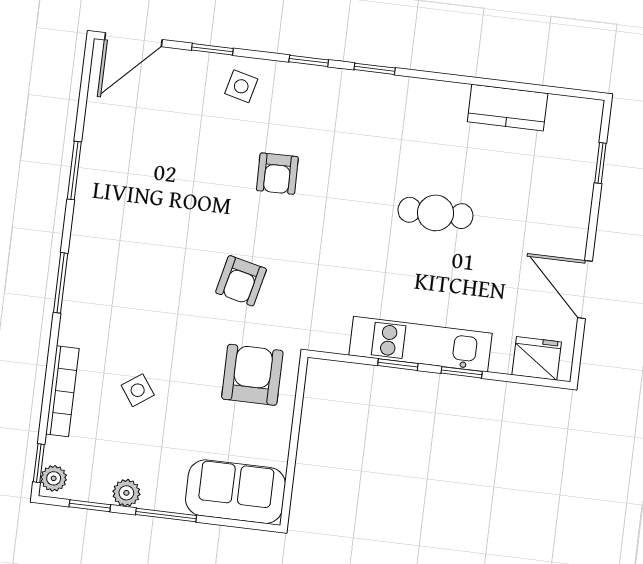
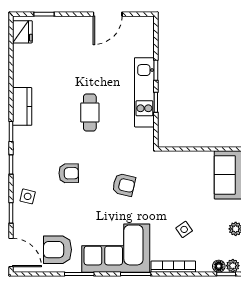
kitchen counter: (508, 108) -> (22, 106), moved
cafe table: (435, 213) -> (90, 113), moved
corner sofa: (117, 250) -> (116, 248), added
fridge: (537, 358) -> (22, 32), moved, turned 180
armchair: (252, 375) -> (57, 250), moved
bookcase: (62, 391) -> (173, 267), moved
floor lamp: (56, 450) -> (219, 266), added

